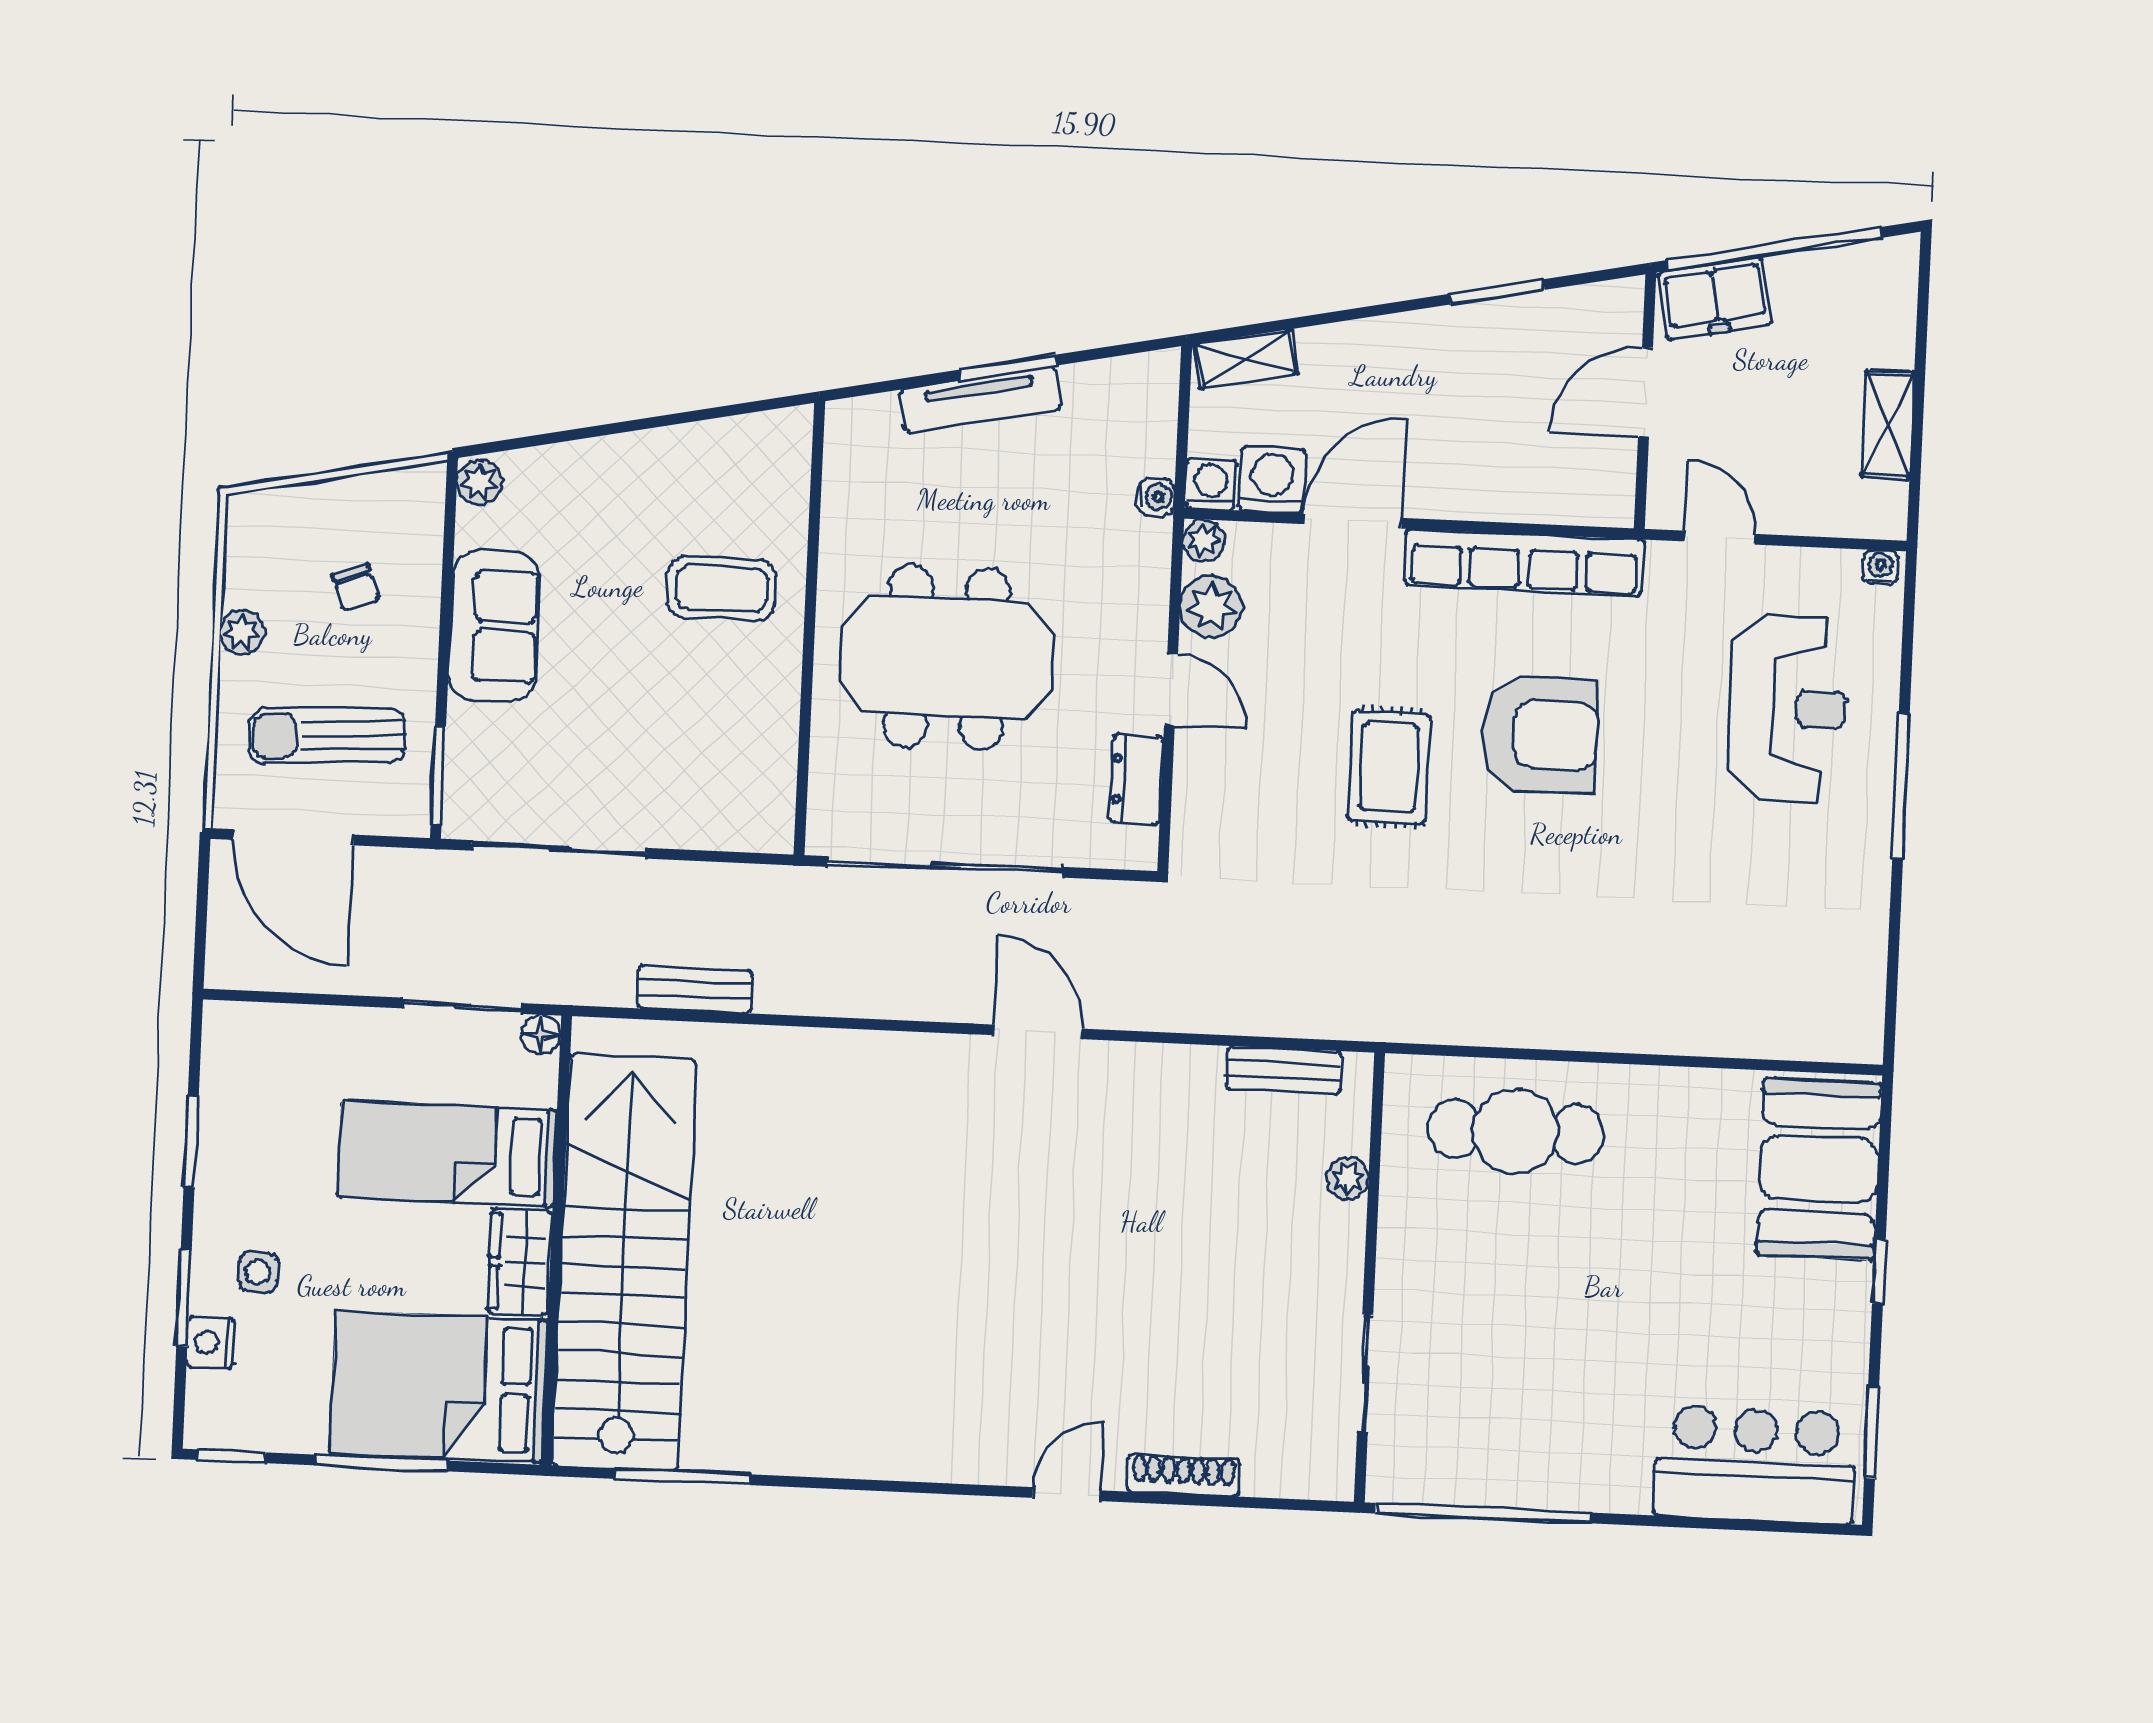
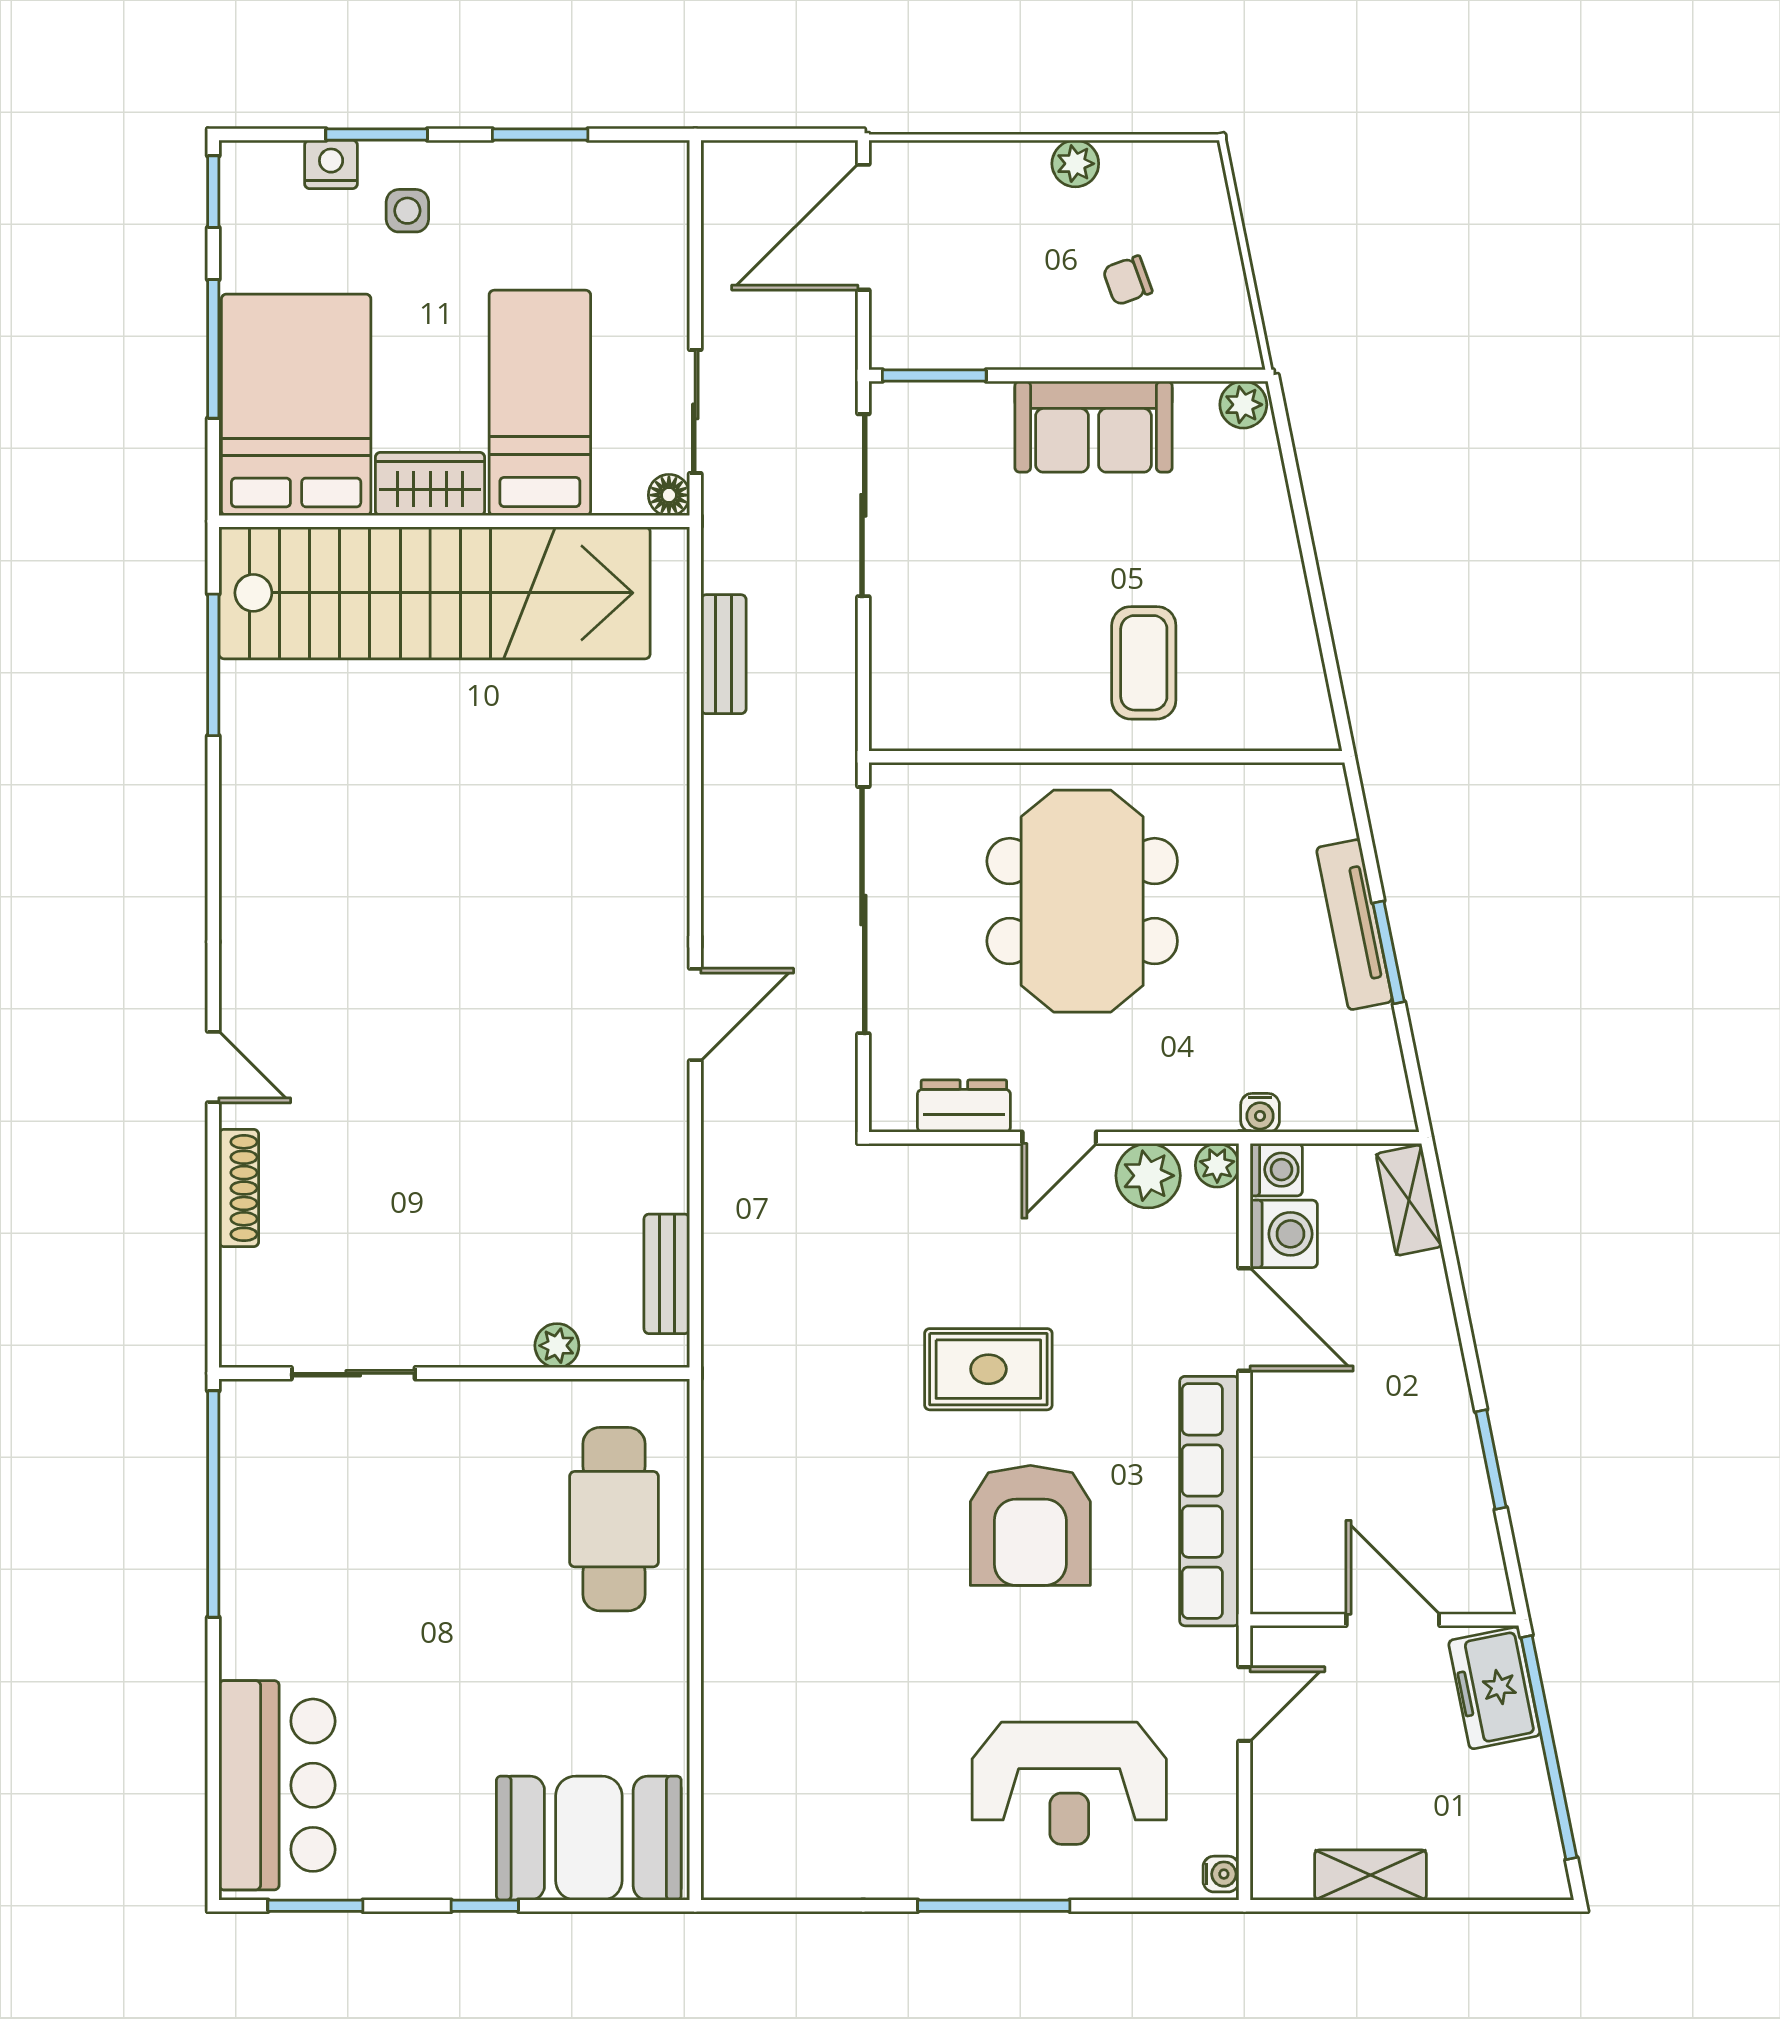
sun lounger: (327, 736) -> (971, 257), removed

